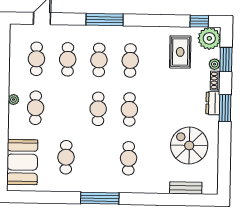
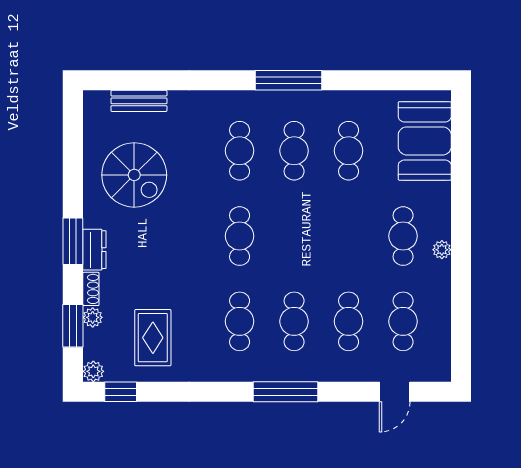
plant: (209, 38) -> (93, 371), width x0.53, depth x0.53
cafe table: (98, 109) -> (294, 151), moved

